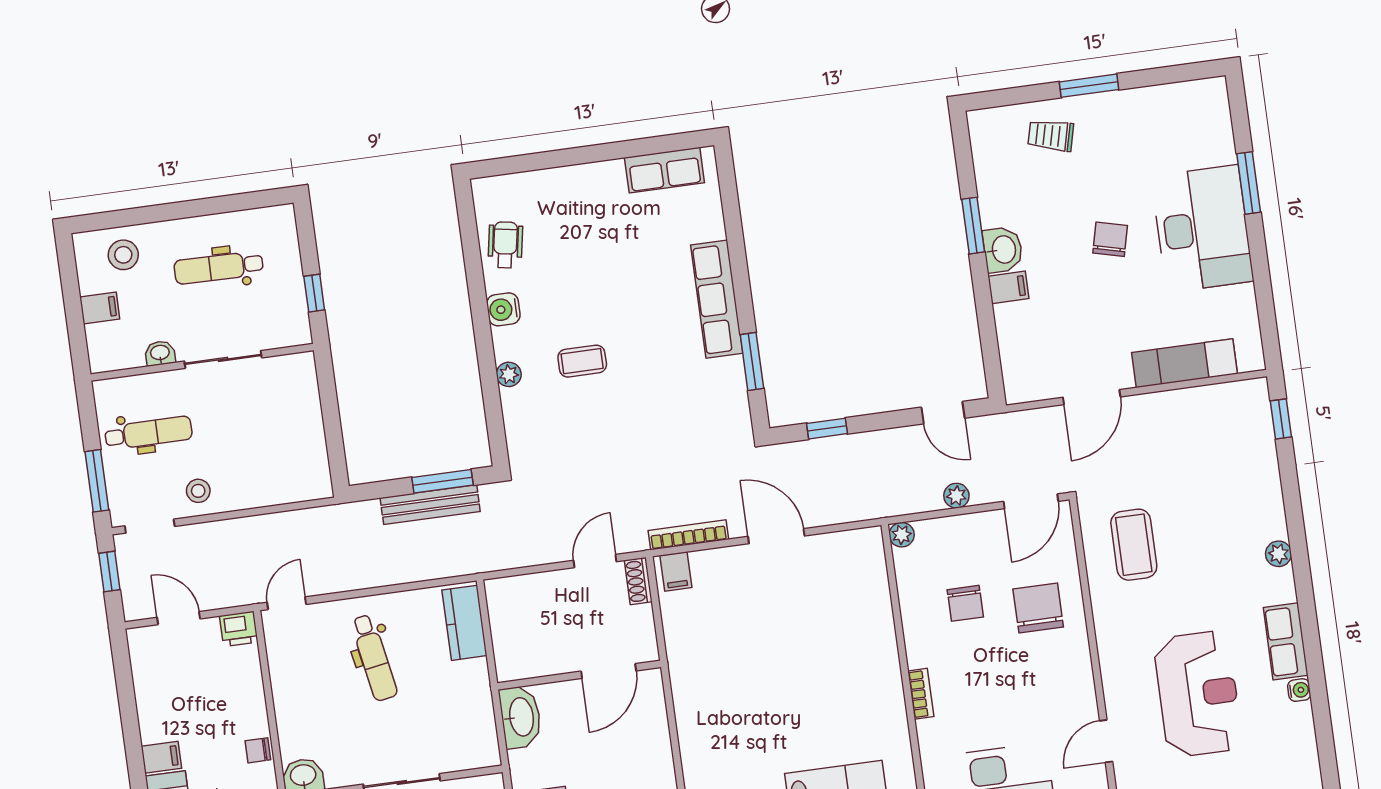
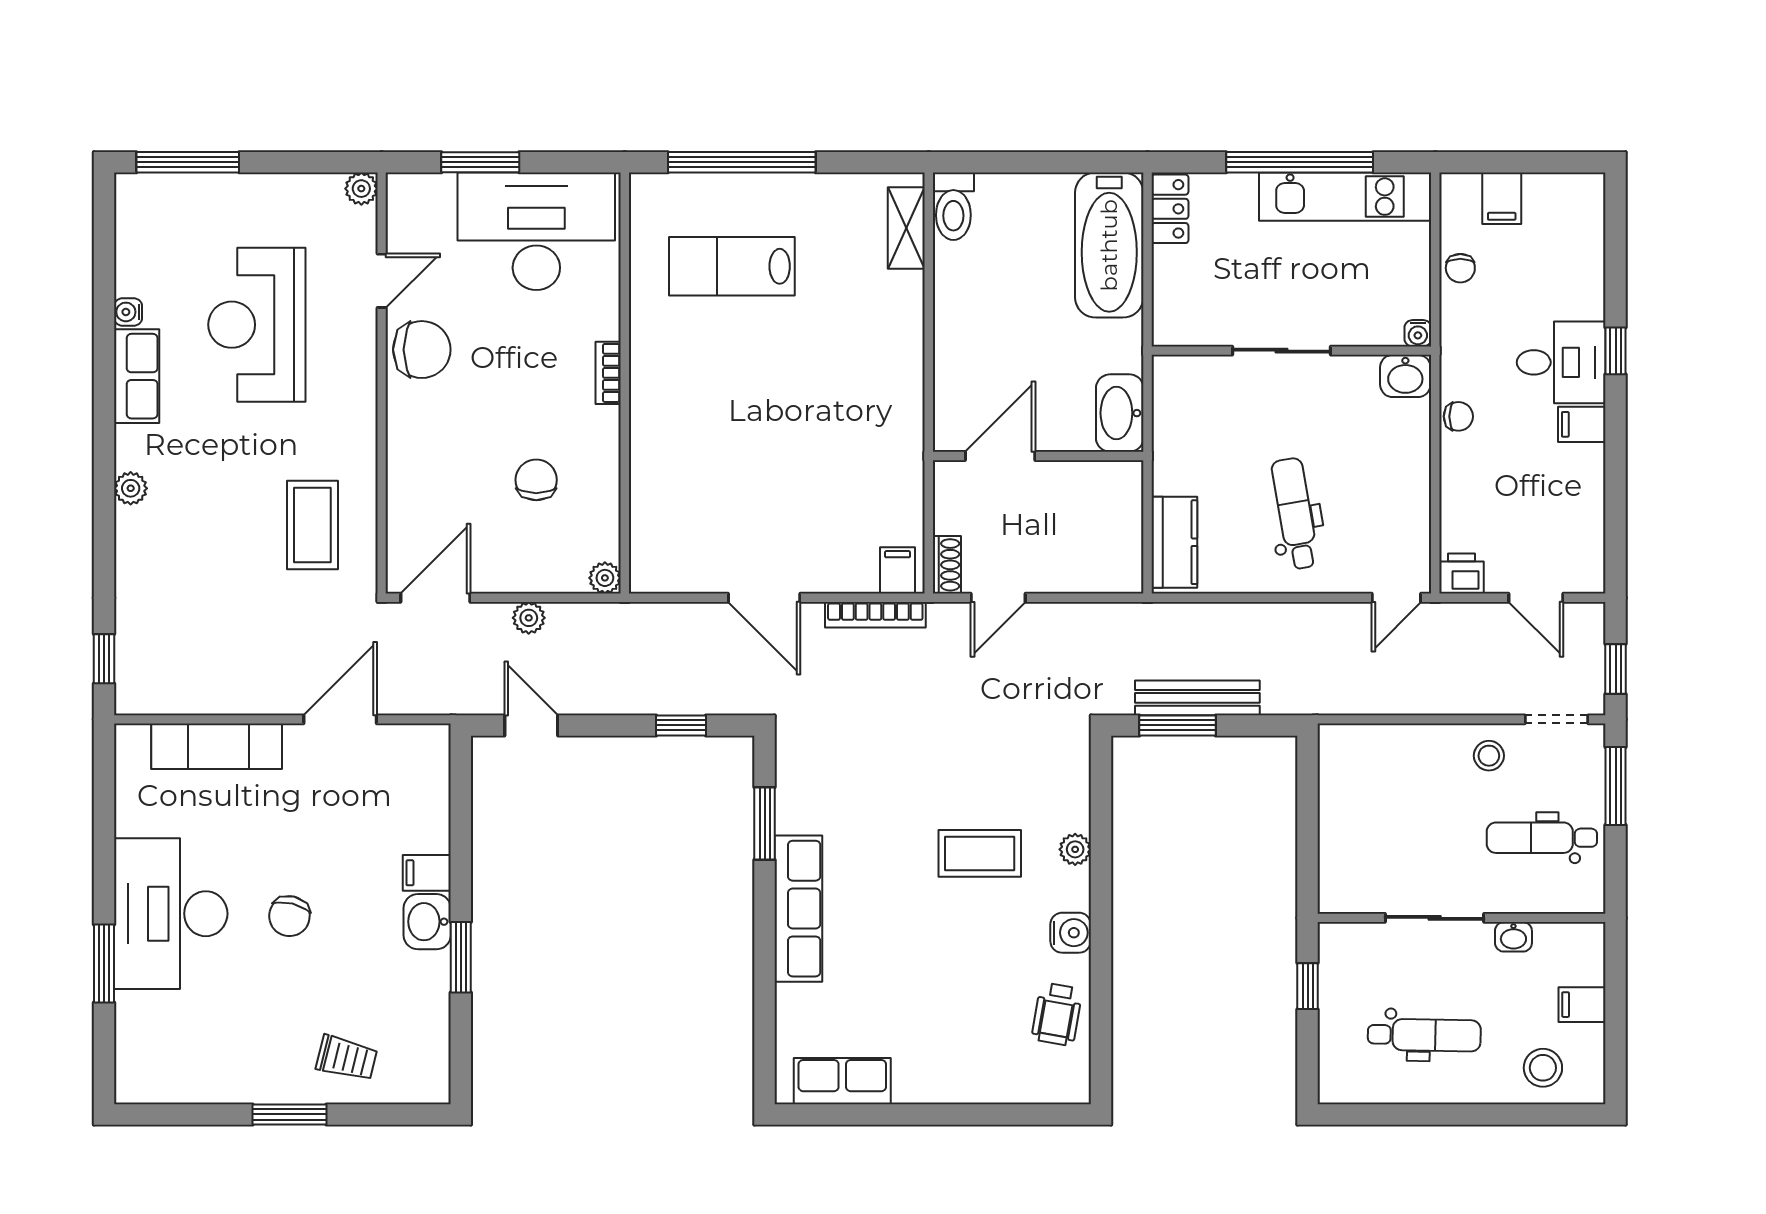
coffee table: (582, 361) -> (980, 853), width x1.36, depth x1.30
chair: (1038, 608) -> (422, 350), moved, turned -90

